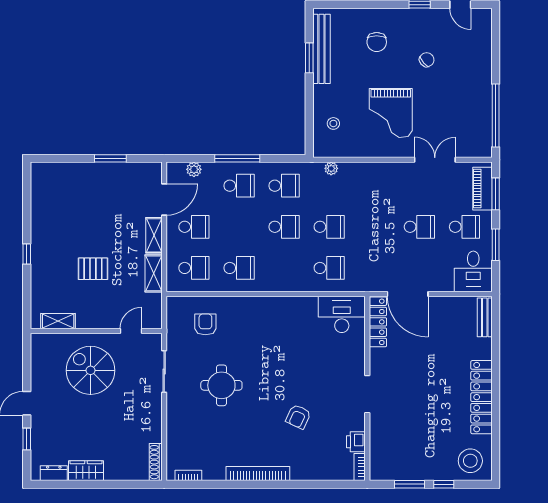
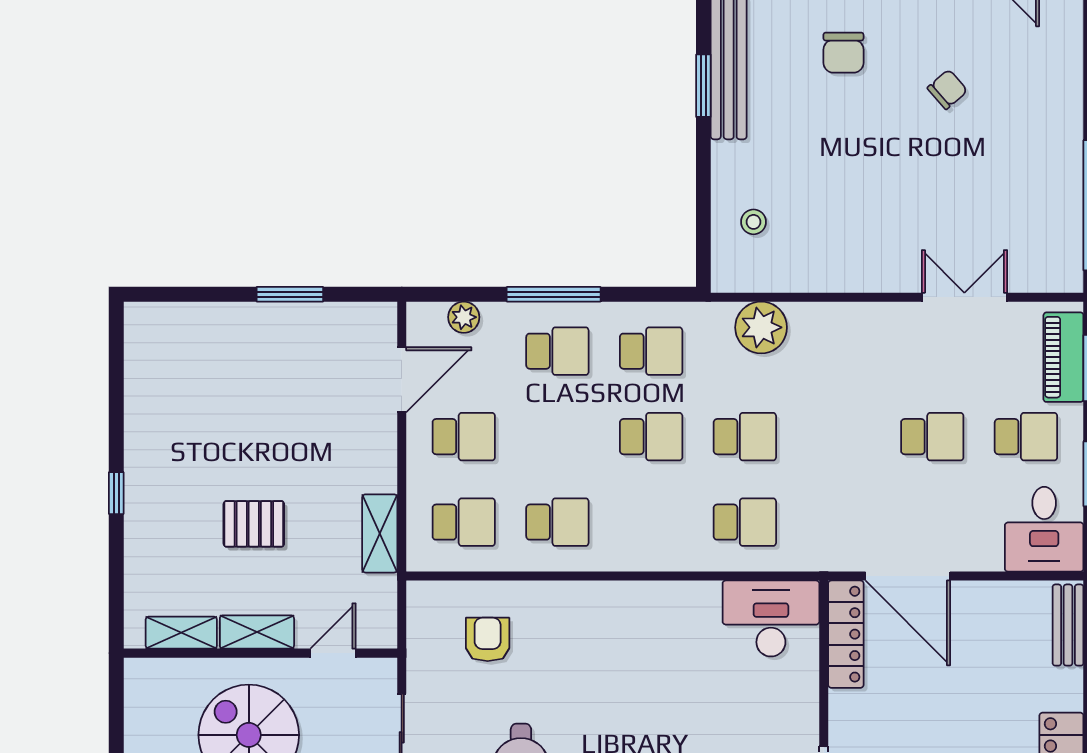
grand piano: (391, 113) -> (873, 200), removed
plant: (331, 168) -> (761, 327), width x1.88, depth x1.88
shelving: (154, 235) -> (257, 632), moved, turned 90

